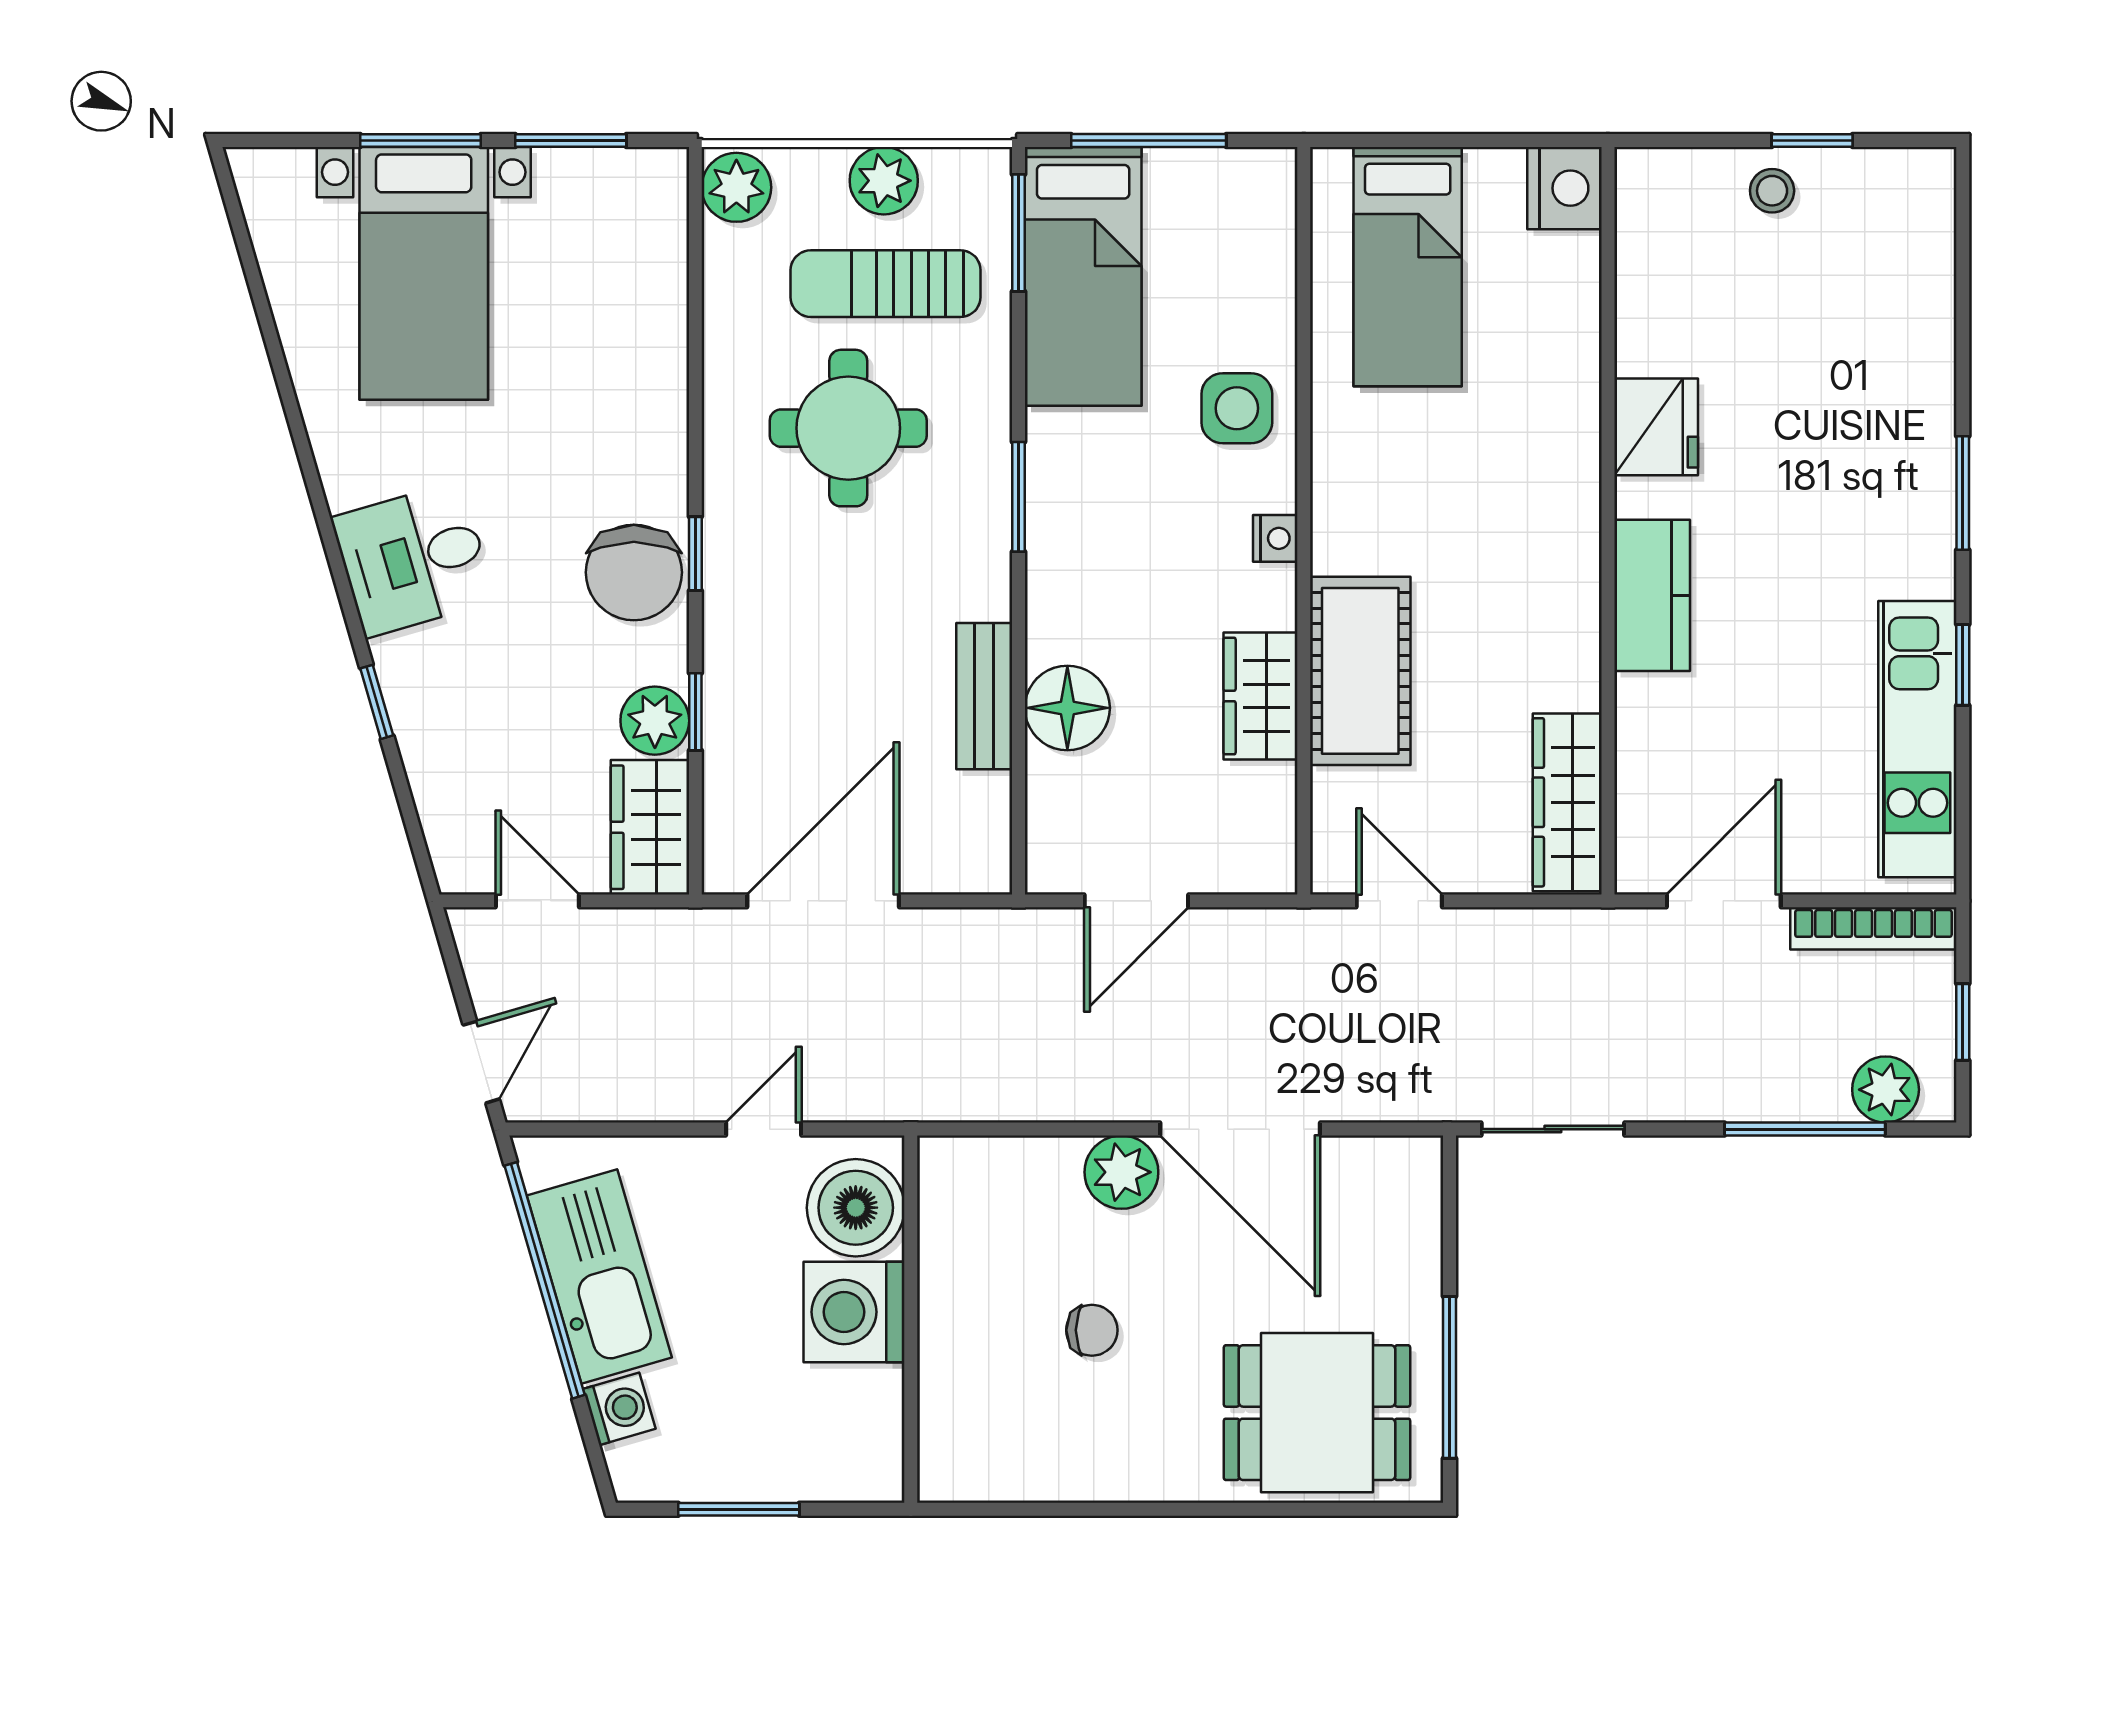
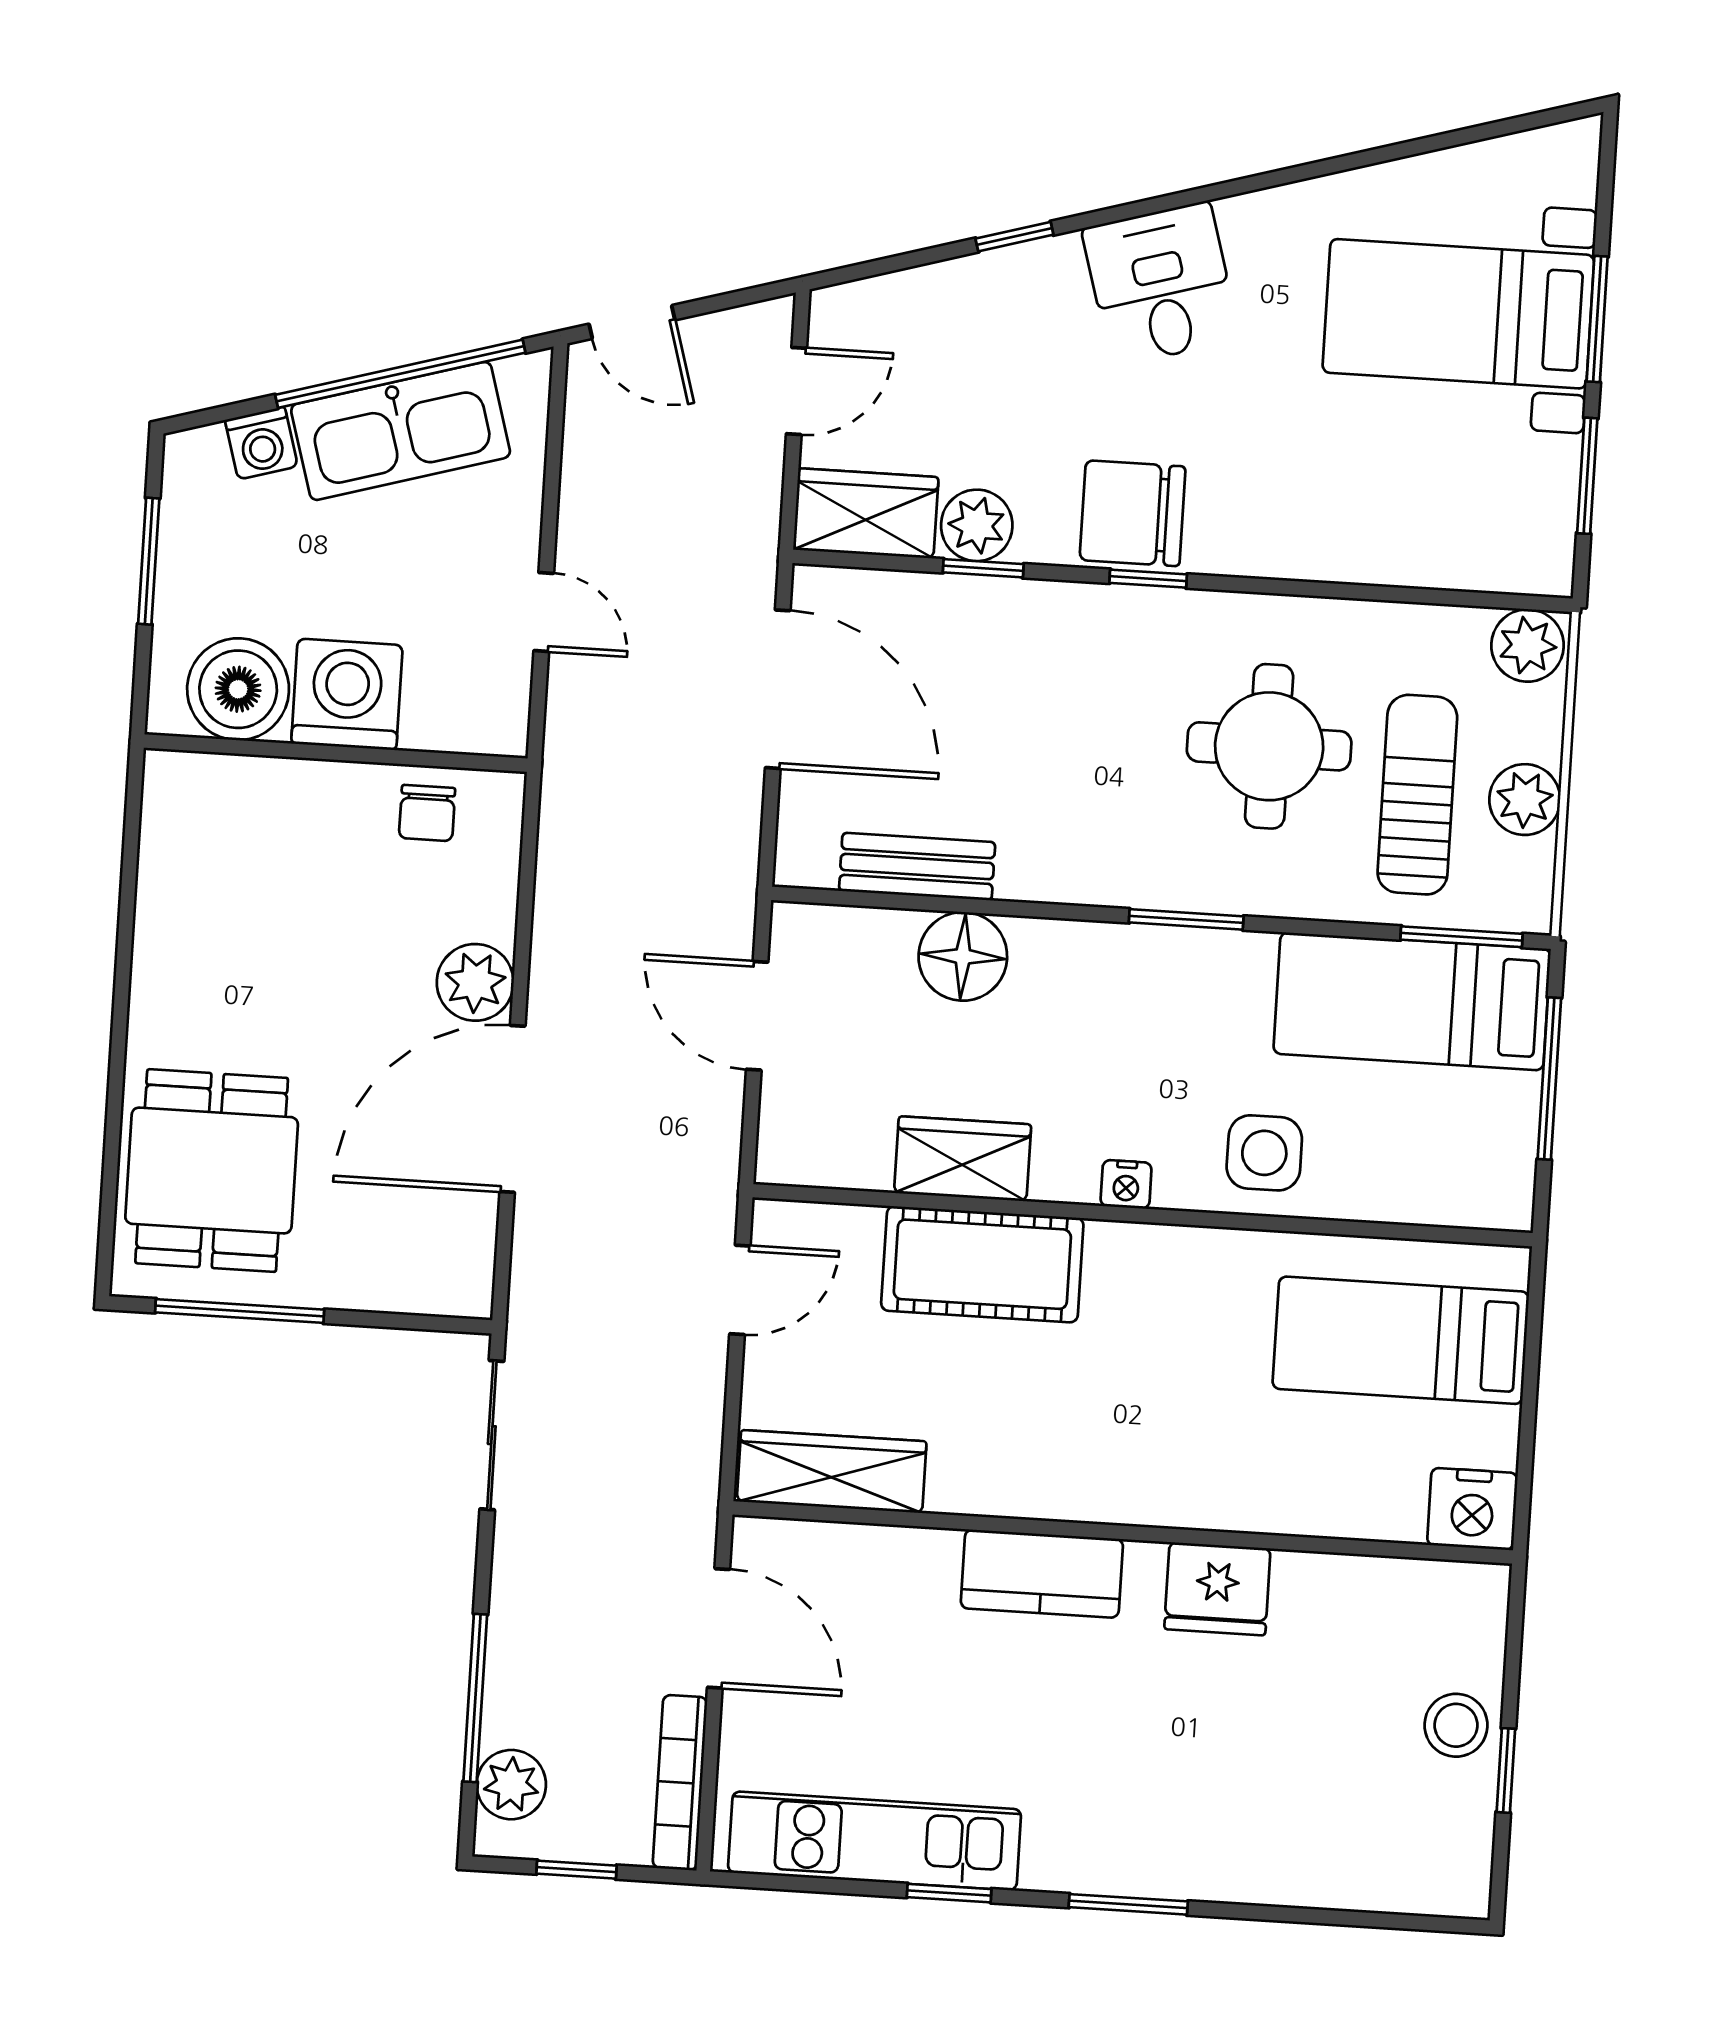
stool: (1772, 191) -> (1456, 1725), width x1.37, depth x1.37
bench: (984, 696) -> (917, 867), moved
boiler: (856, 1208) -> (238, 689), moved
chair: (1092, 1330) -> (427, 813), moved

